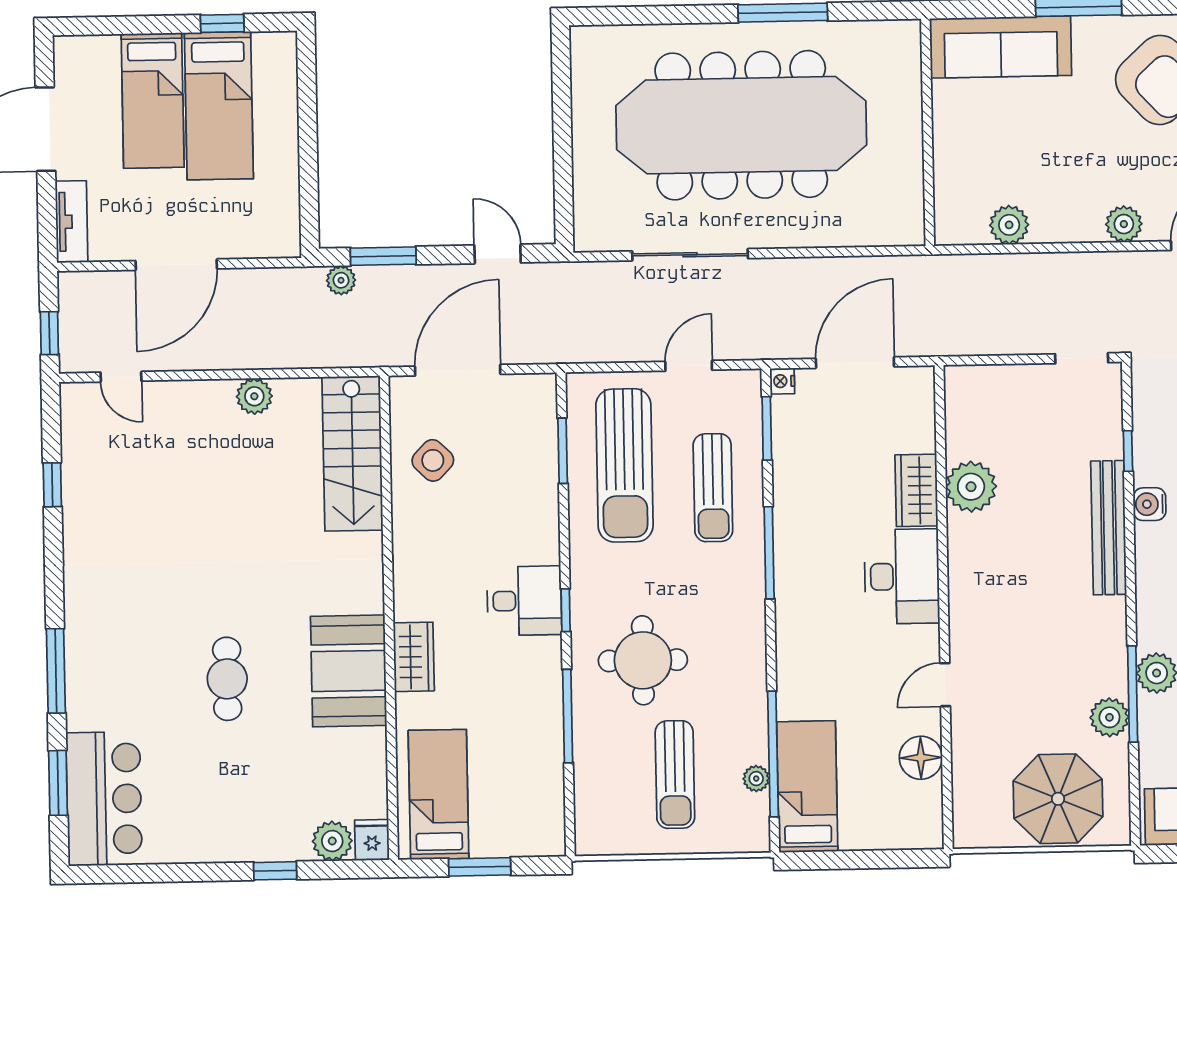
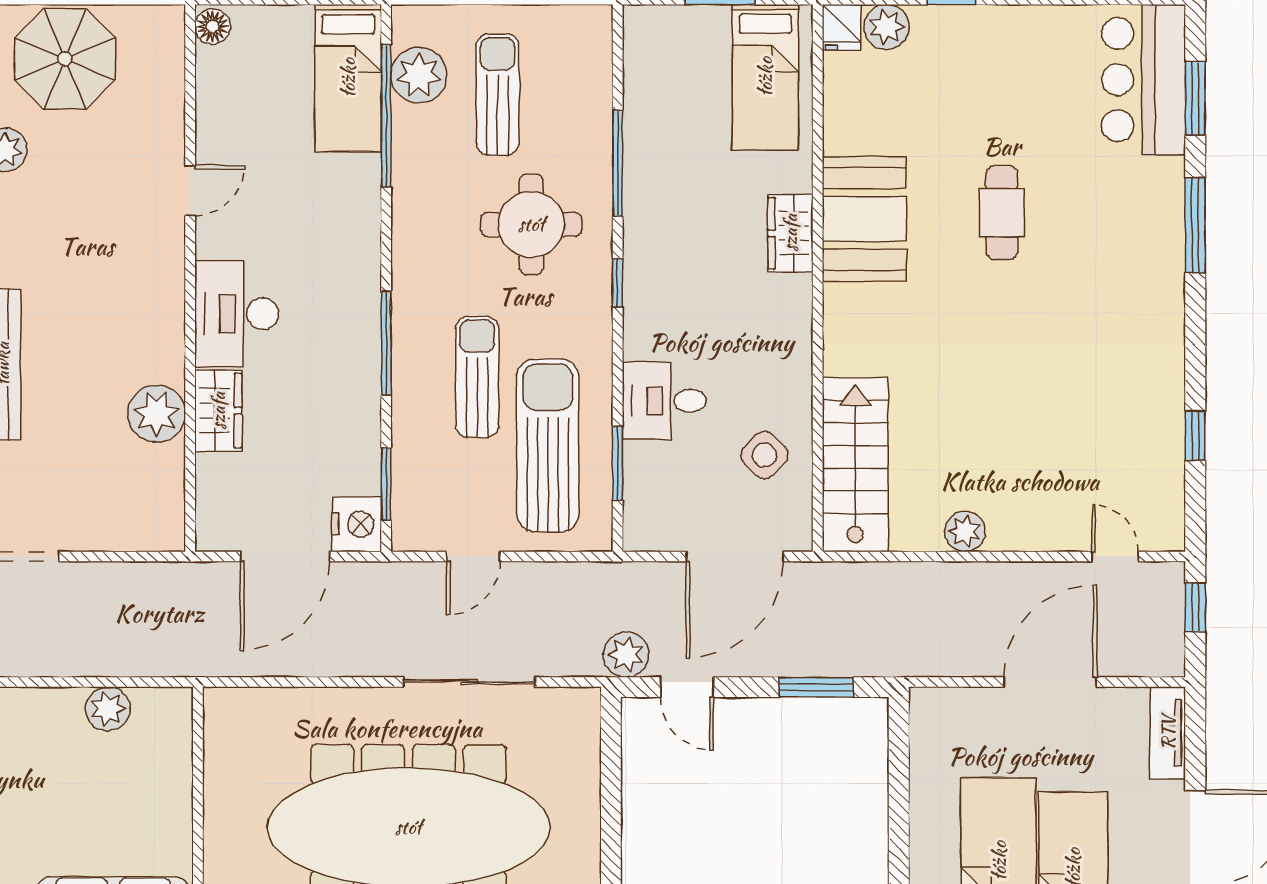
plant: (341, 280) -> (626, 655), moved, width x1.38, depth x1.38
nightstand: (782, 381) -> (357, 524), width x1.89, depth x1.79
sun lounger: (713, 488) -> (477, 377), moved
desk: (524, 601) -> (664, 401), moved
floor lamp: (921, 758) -> (212, 27), moved, width x0.73, depth x0.73
plant: (756, 779) -> (419, 75), width x1.88, depth x1.88

